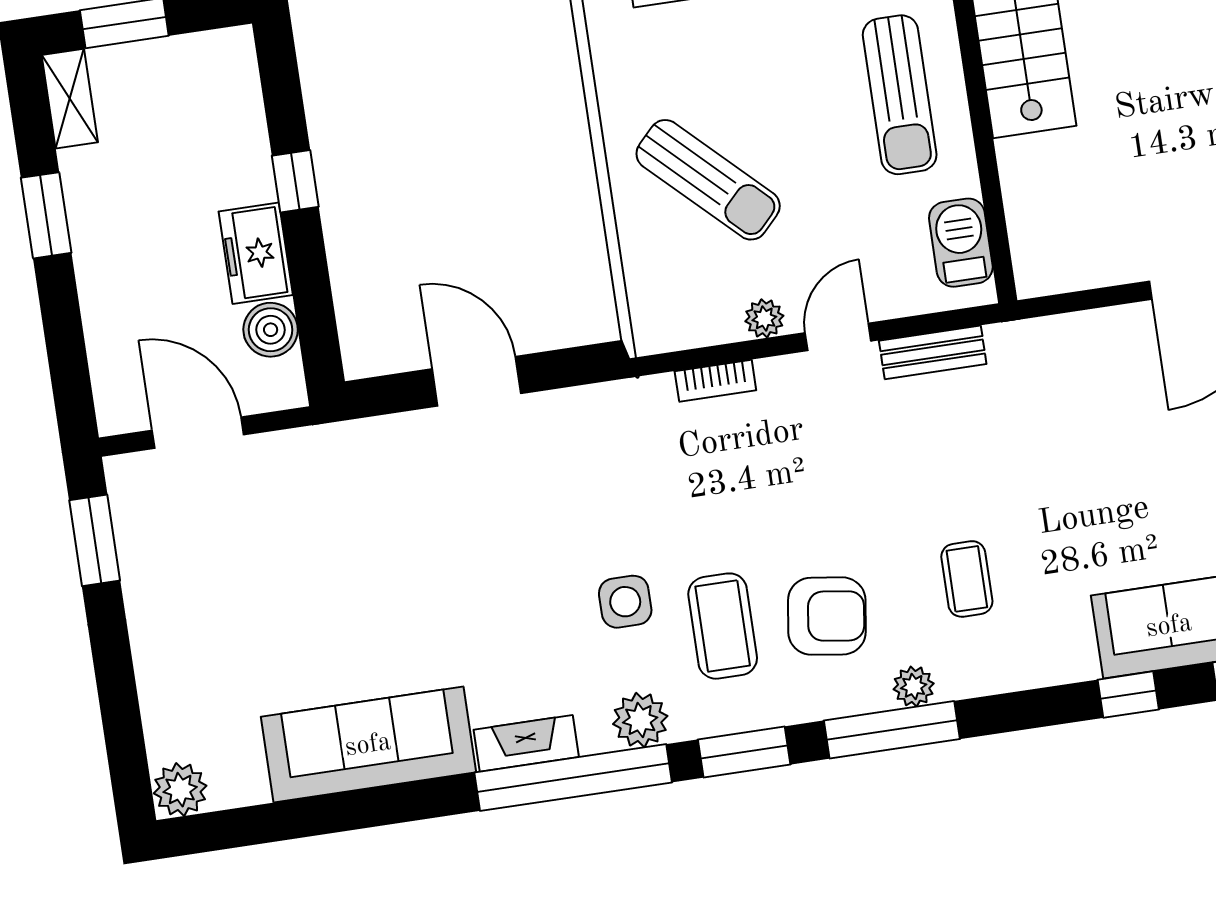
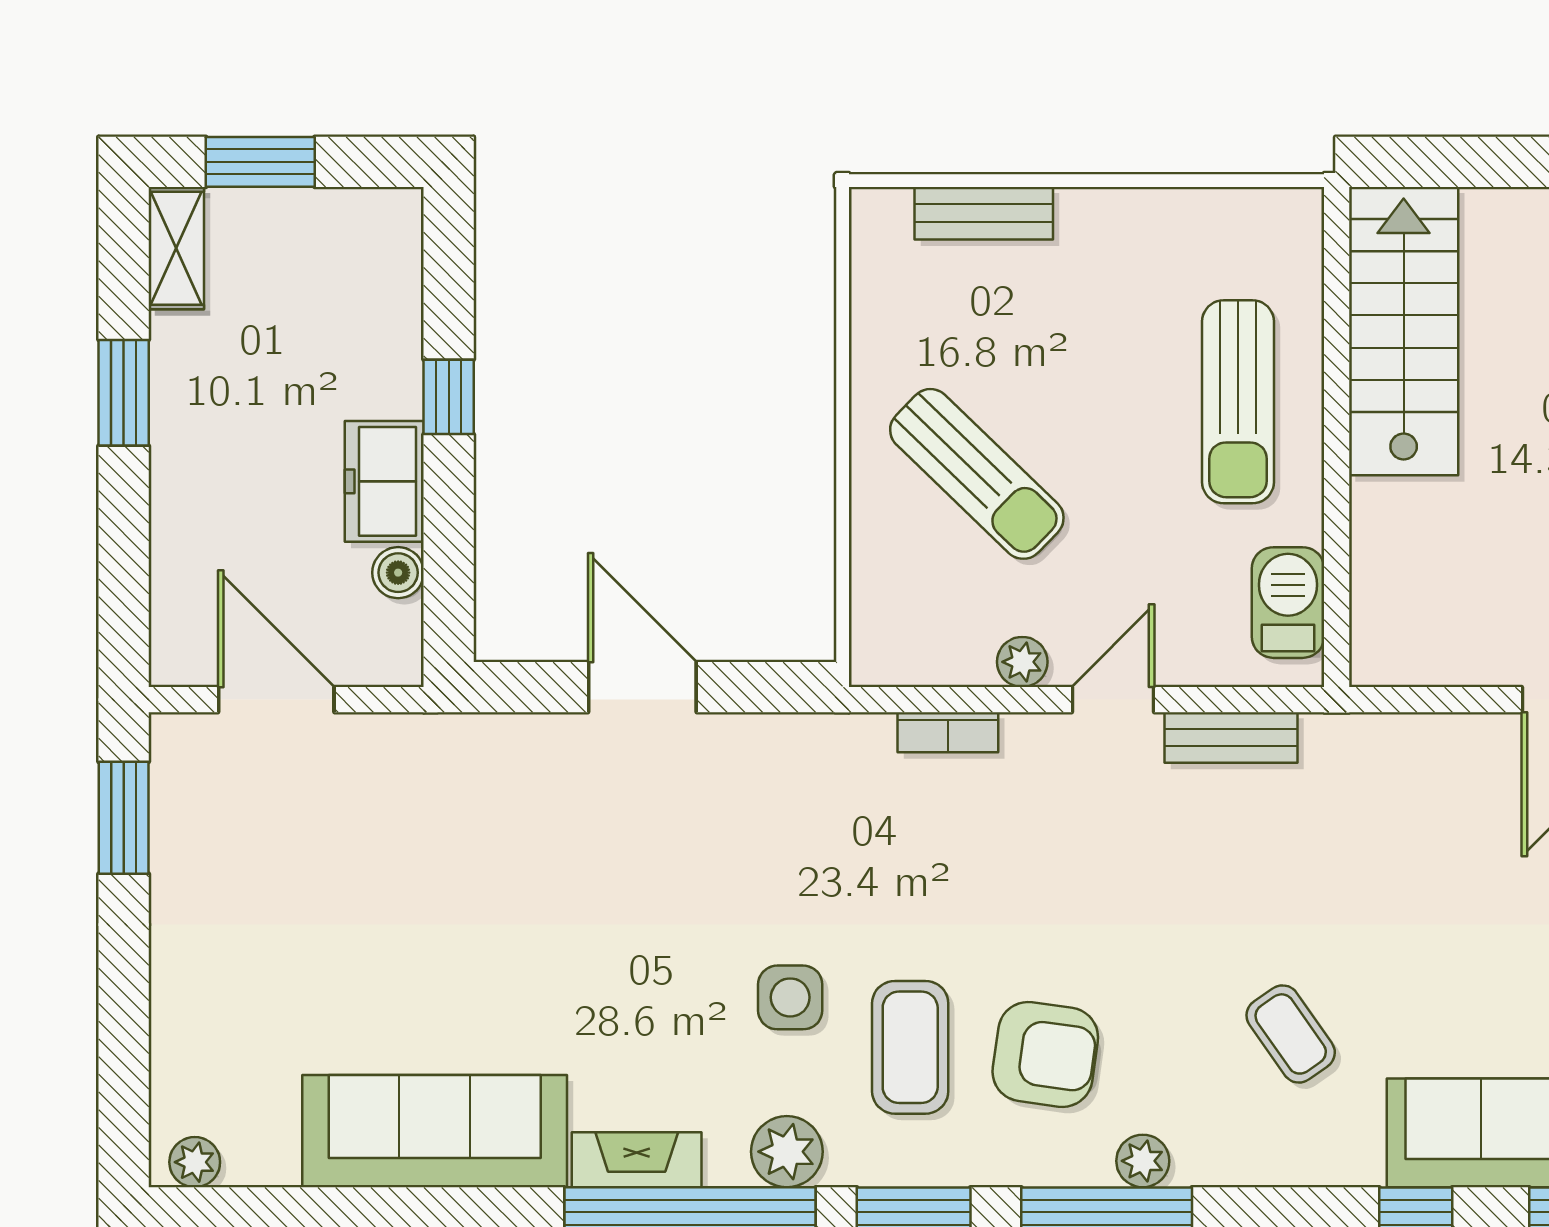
boiler: (271, 330) -> (398, 573), width x0.73, depth x0.73
coffee table: (967, 579) -> (1291, 1034), moved, turned -35
plant: (180, 790) -> (195, 1162), width x0.73, depth x0.73

